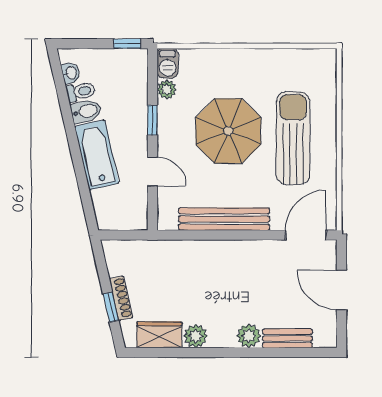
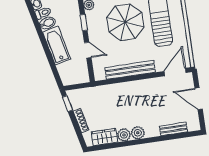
window: (111, 307) -> (67, 104), moved
plant: (249, 336) -> (138, 133), moved

